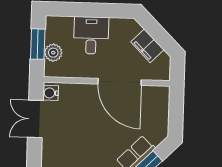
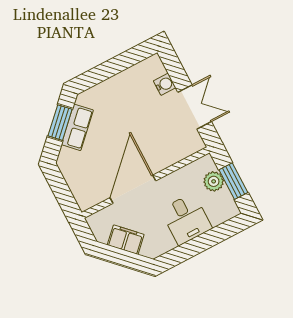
door: (120, 82) -> (133, 189), hinge flipped
water cooler: (51, 93) -> (165, 84), moved

